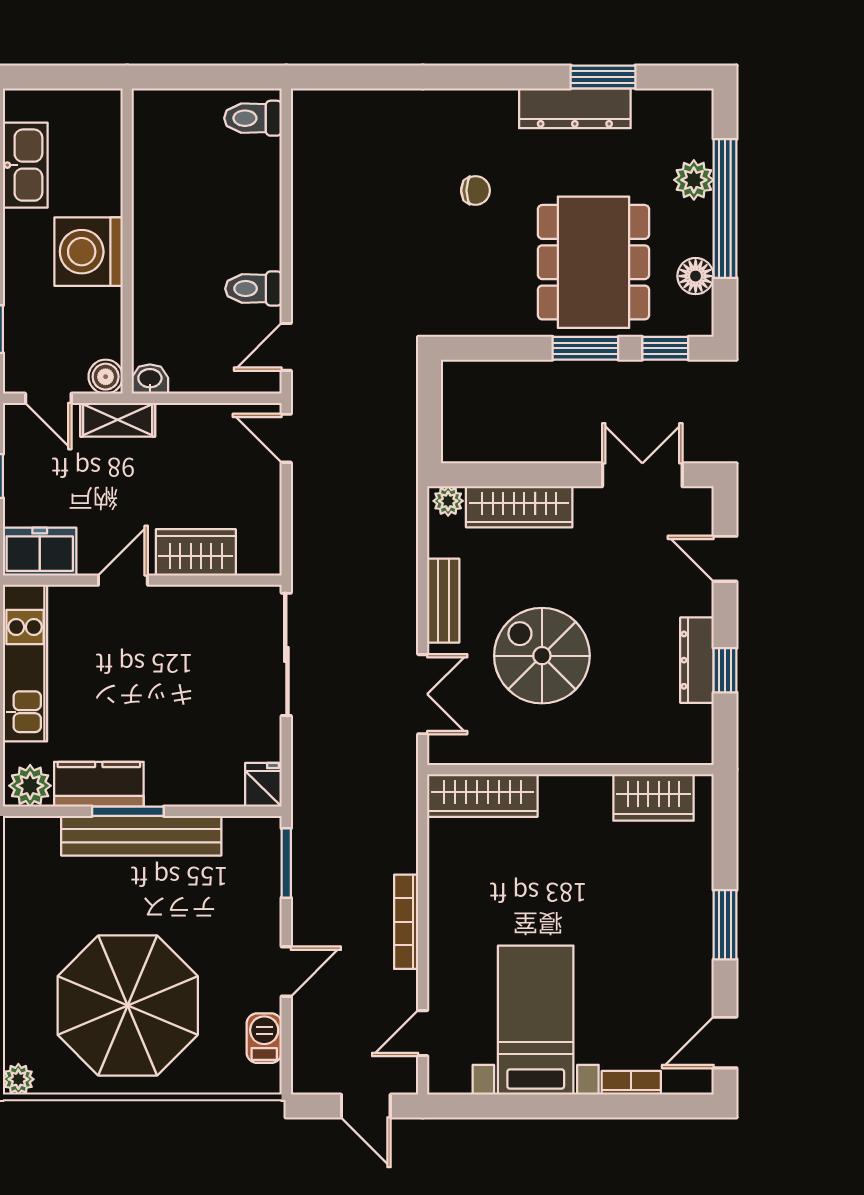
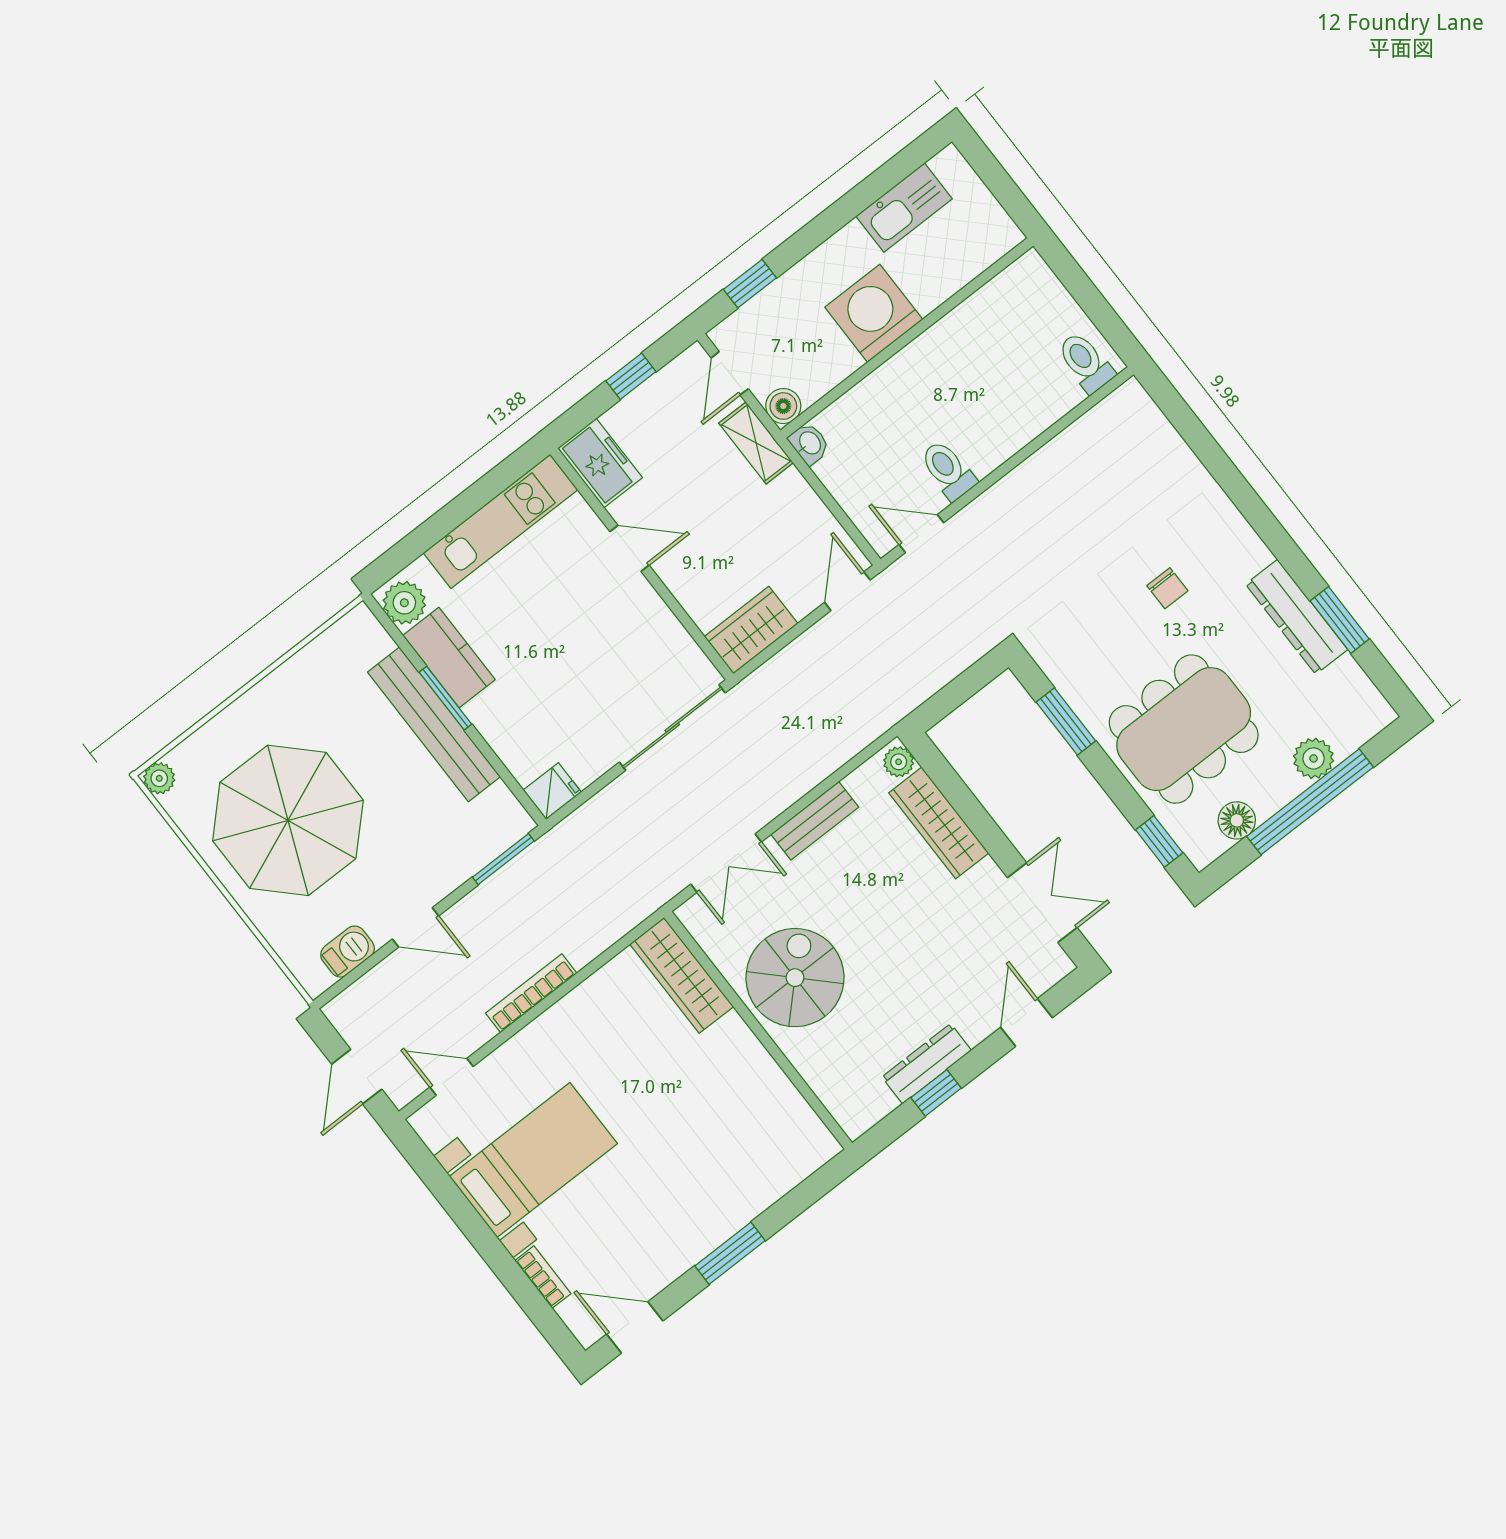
window: (585, 348) -> (1066, 722), moved
wardrobe: (196, 552) -> (751, 630), moved, turned -90
spiral stairs: (542, 656) -> (795, 978), moved
wardrobe: (653, 797) -> (788, 1115), removed

